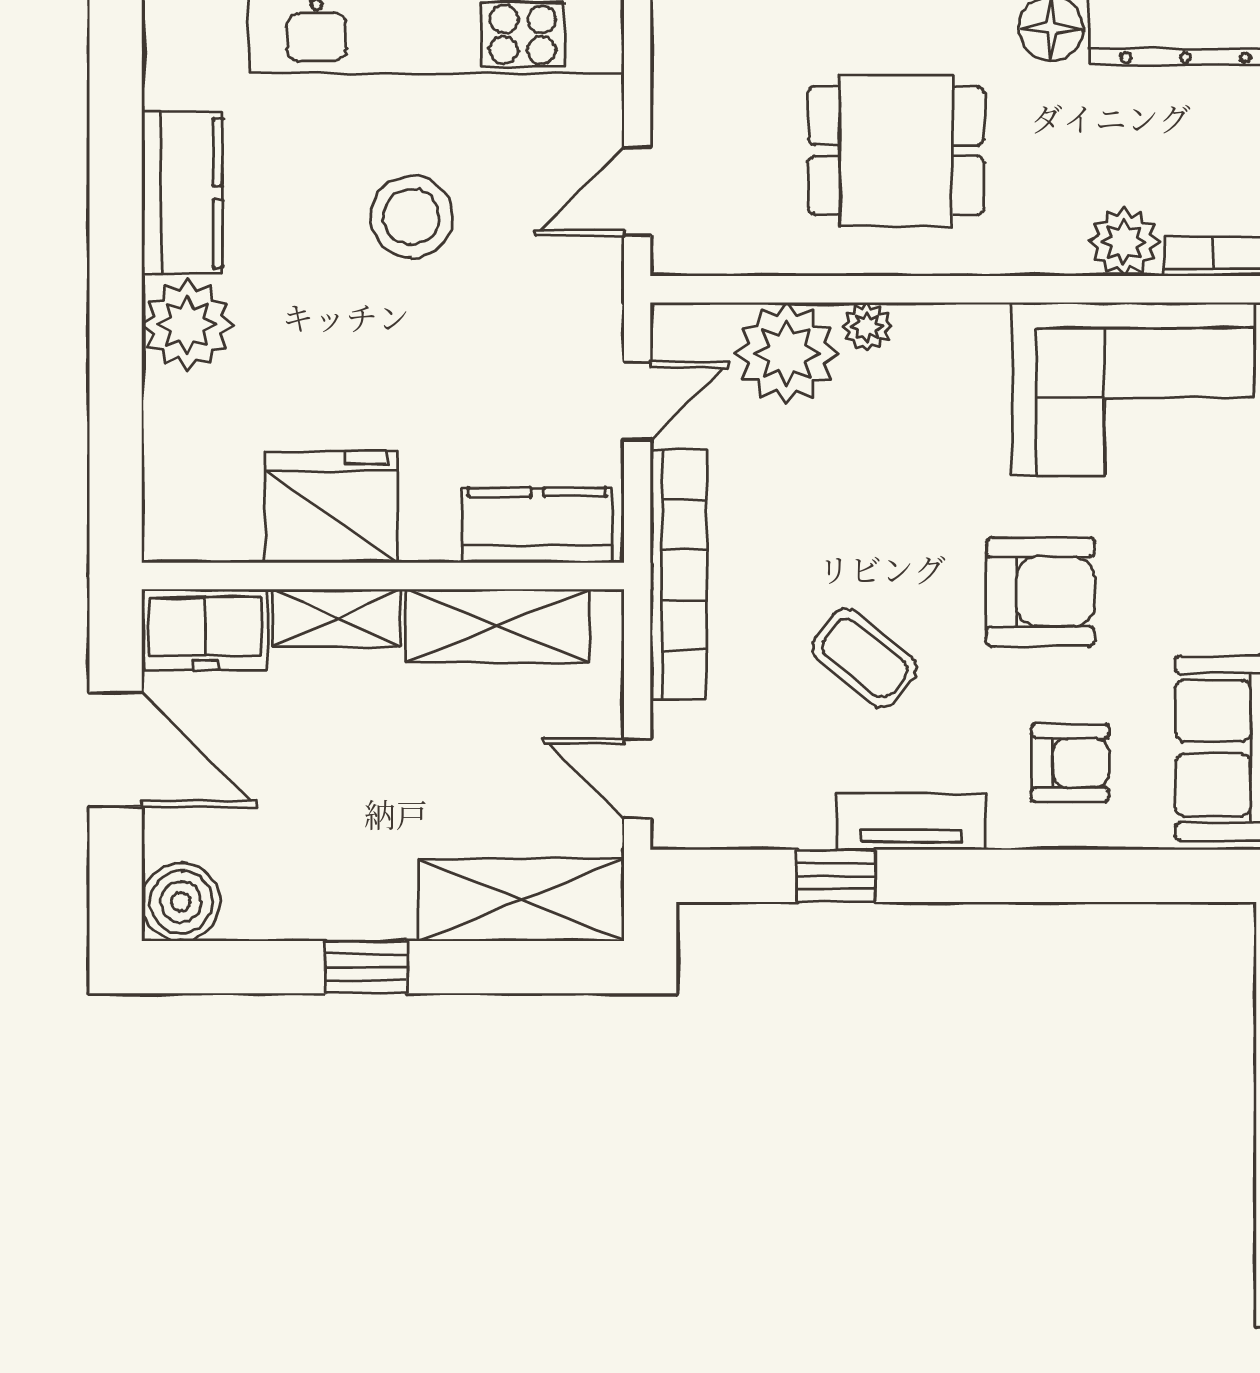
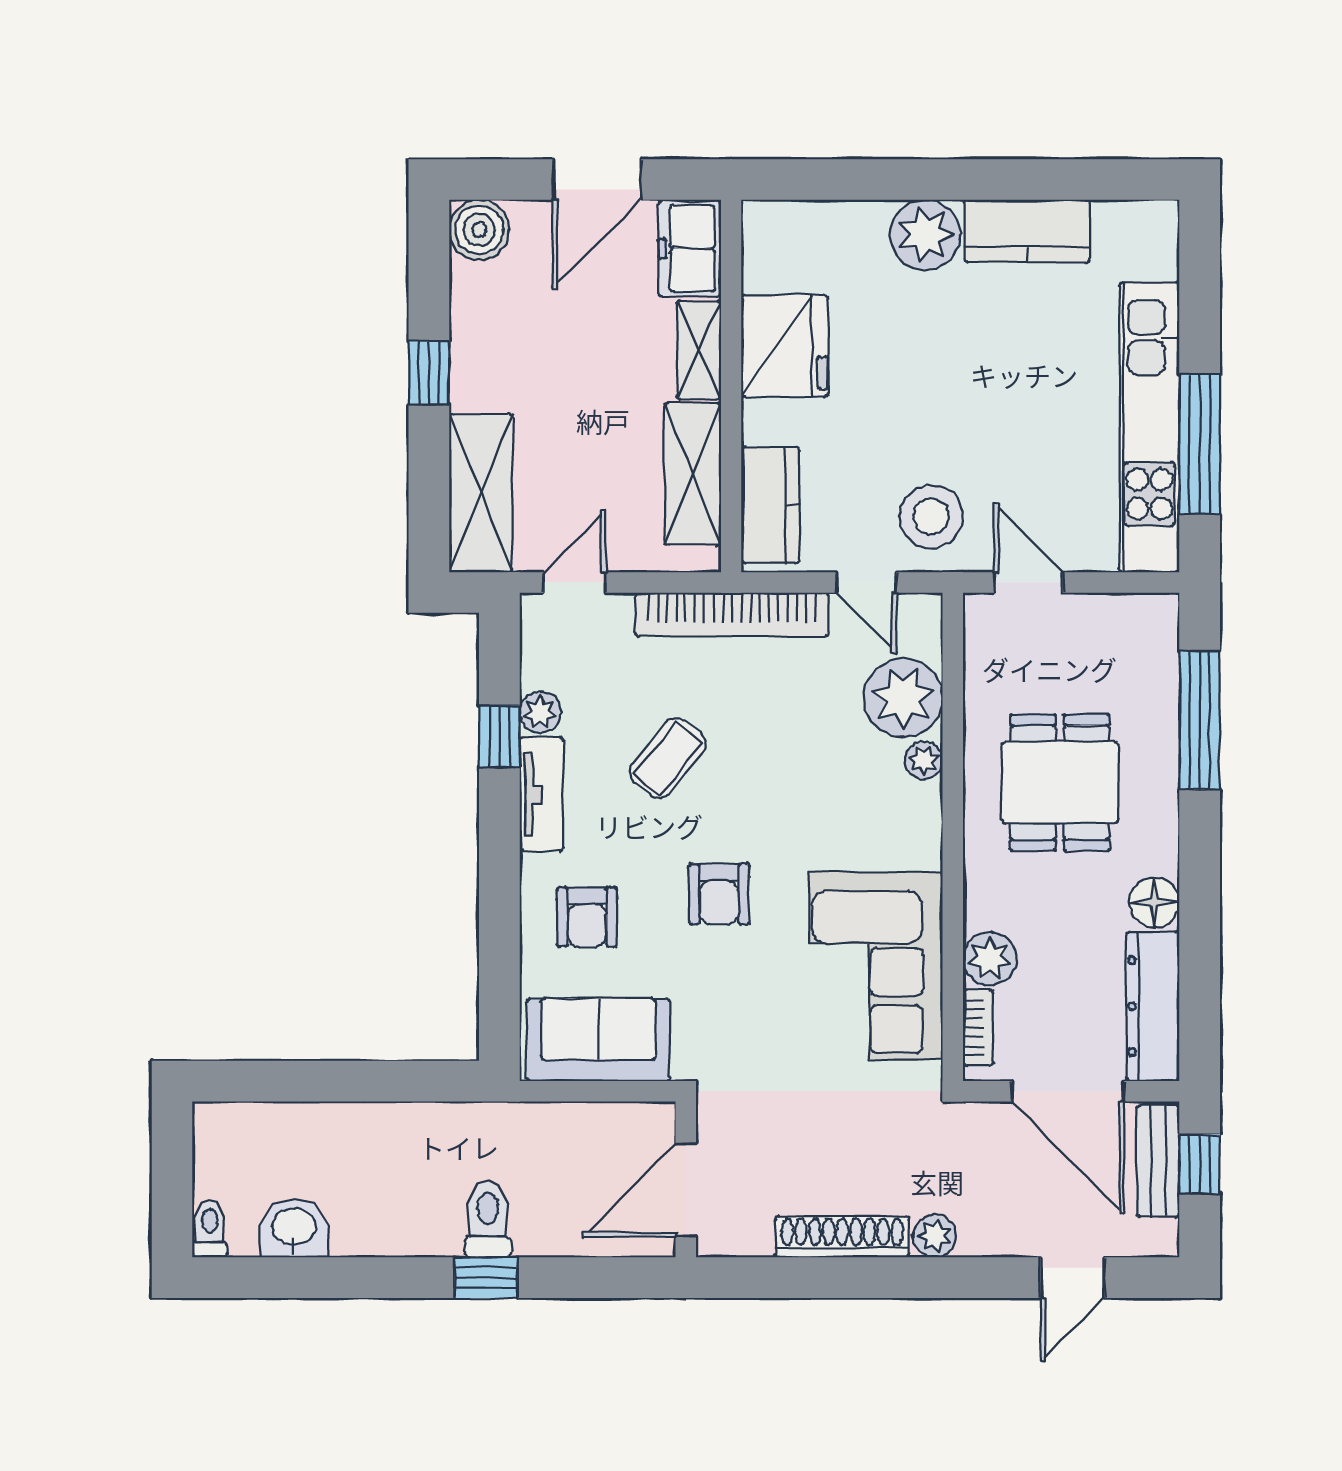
stool: (411, 217) -> (931, 516), moved
armchair: (1040, 592) -> (719, 894), width x0.72, depth x0.72
plant: (805, 823) -> (540, 712), added

